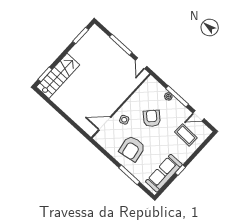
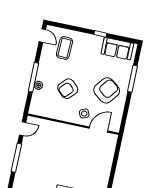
door: (198, 116) -> (42, 35), moved
door: (105, 124) -> (98, 130), swing flipped
armchair: (132, 149) -> (107, 90), turned -42
sofa: (164, 173) -> (117, 49), width x0.73

